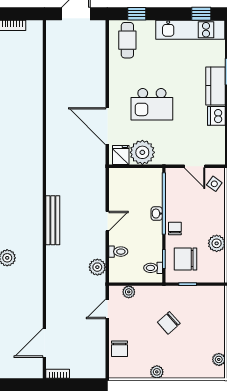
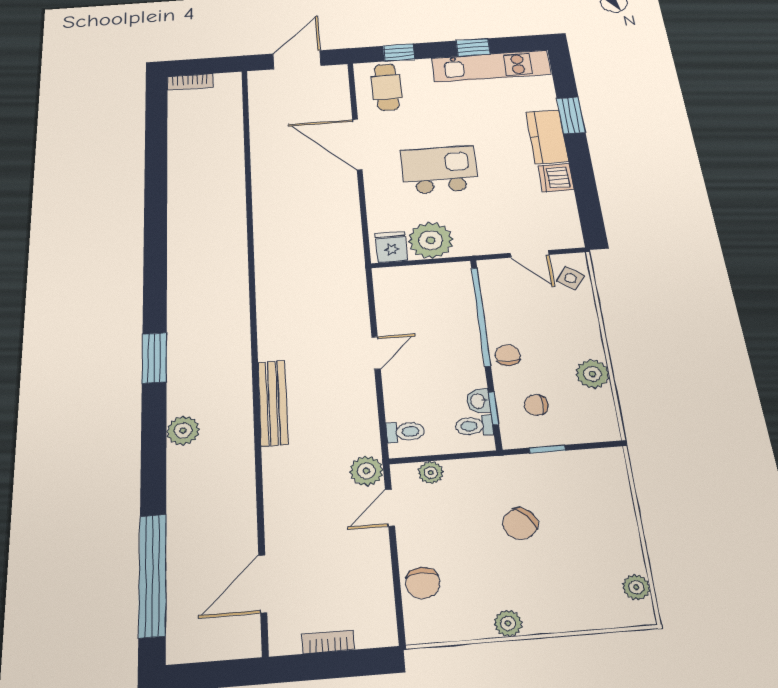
window: (201, 14) -> (473, 47), moved
kitchen island: (152, 104) -> (439, 170), turned 180
door: (107, 126) -> (357, 145), moved
washbasin: (157, 214) -> (478, 401), moved
bench: (53, 220) -> (273, 403), moved
toilet: (118, 252) -> (405, 432), moved
chair: (185, 259) -> (536, 405), width x0.54, depth x0.54
plant: (97, 267) -> (366, 471), moved
bookcase: (58, 374) -> (328, 642), moved

